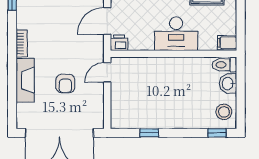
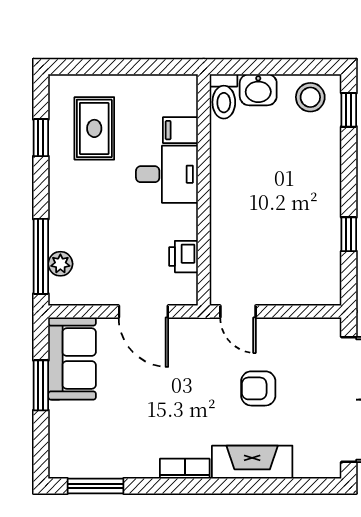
desk: (176, 34) -> (167, 174), width x0.73
printer: (119, 43) -> (183, 257), moved
filing cabinet: (227, 43) -> (180, 130), moved, turned 90
armchair: (65, 84) -> (258, 388), turned 180

